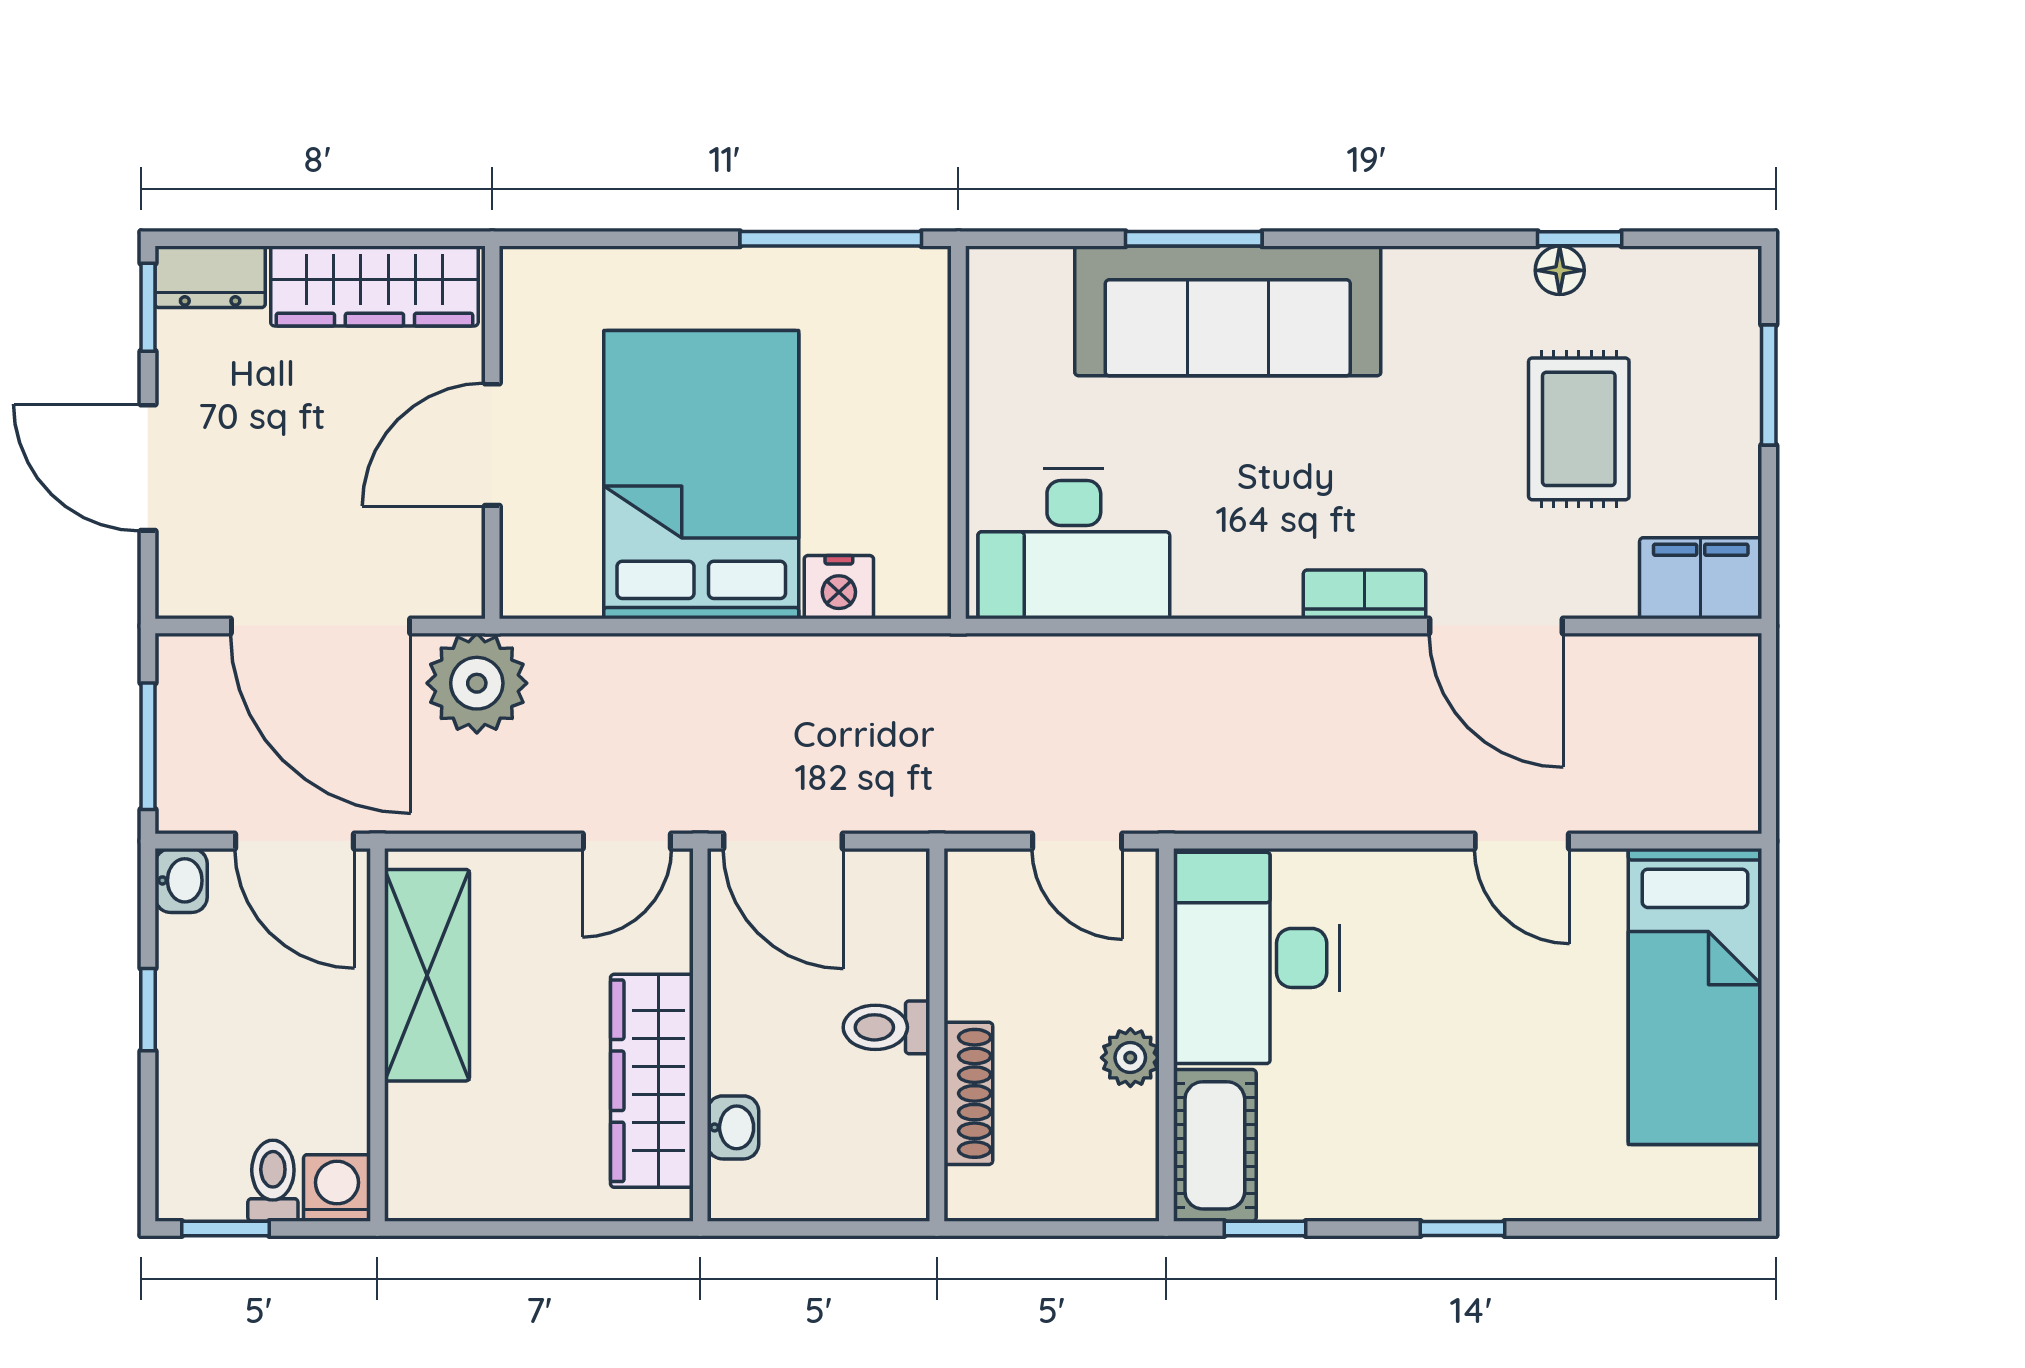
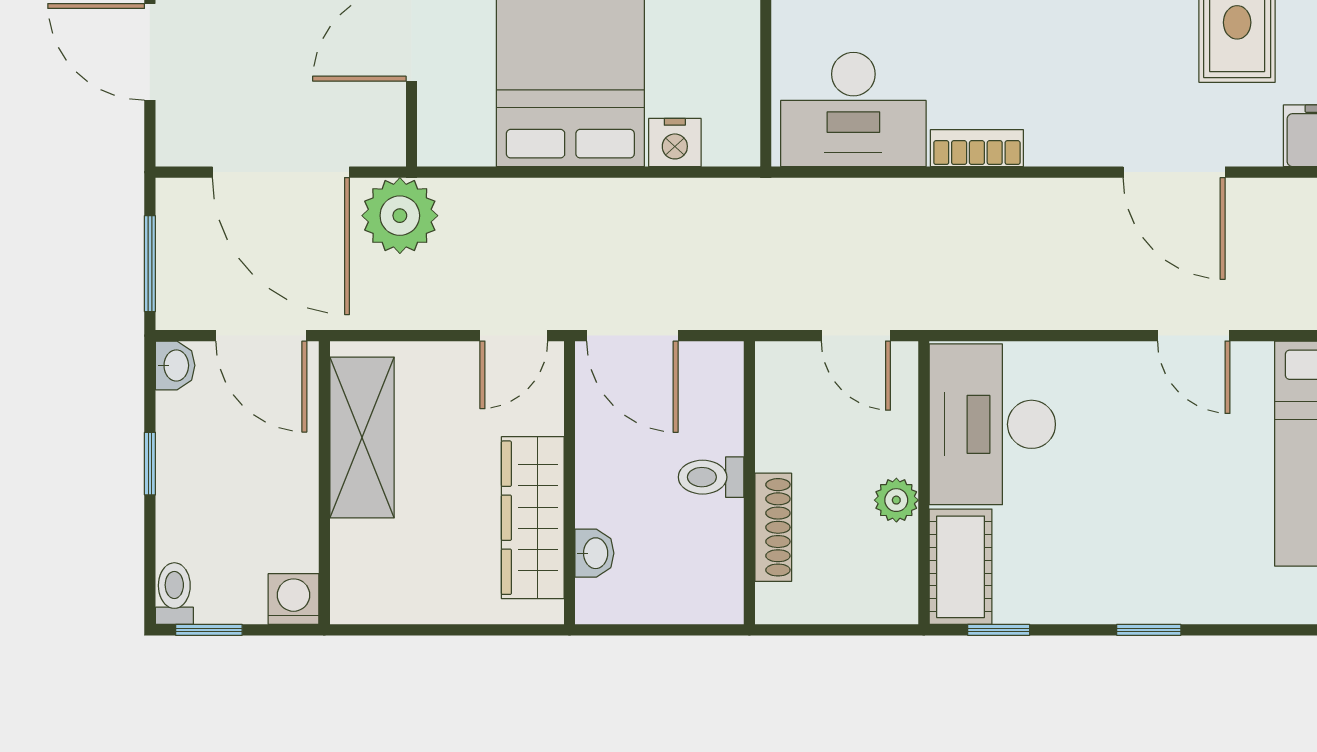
bookcase: (1364, 594) -> (977, 148), moved
toilet: (273, 1181) -> (174, 594), moved

